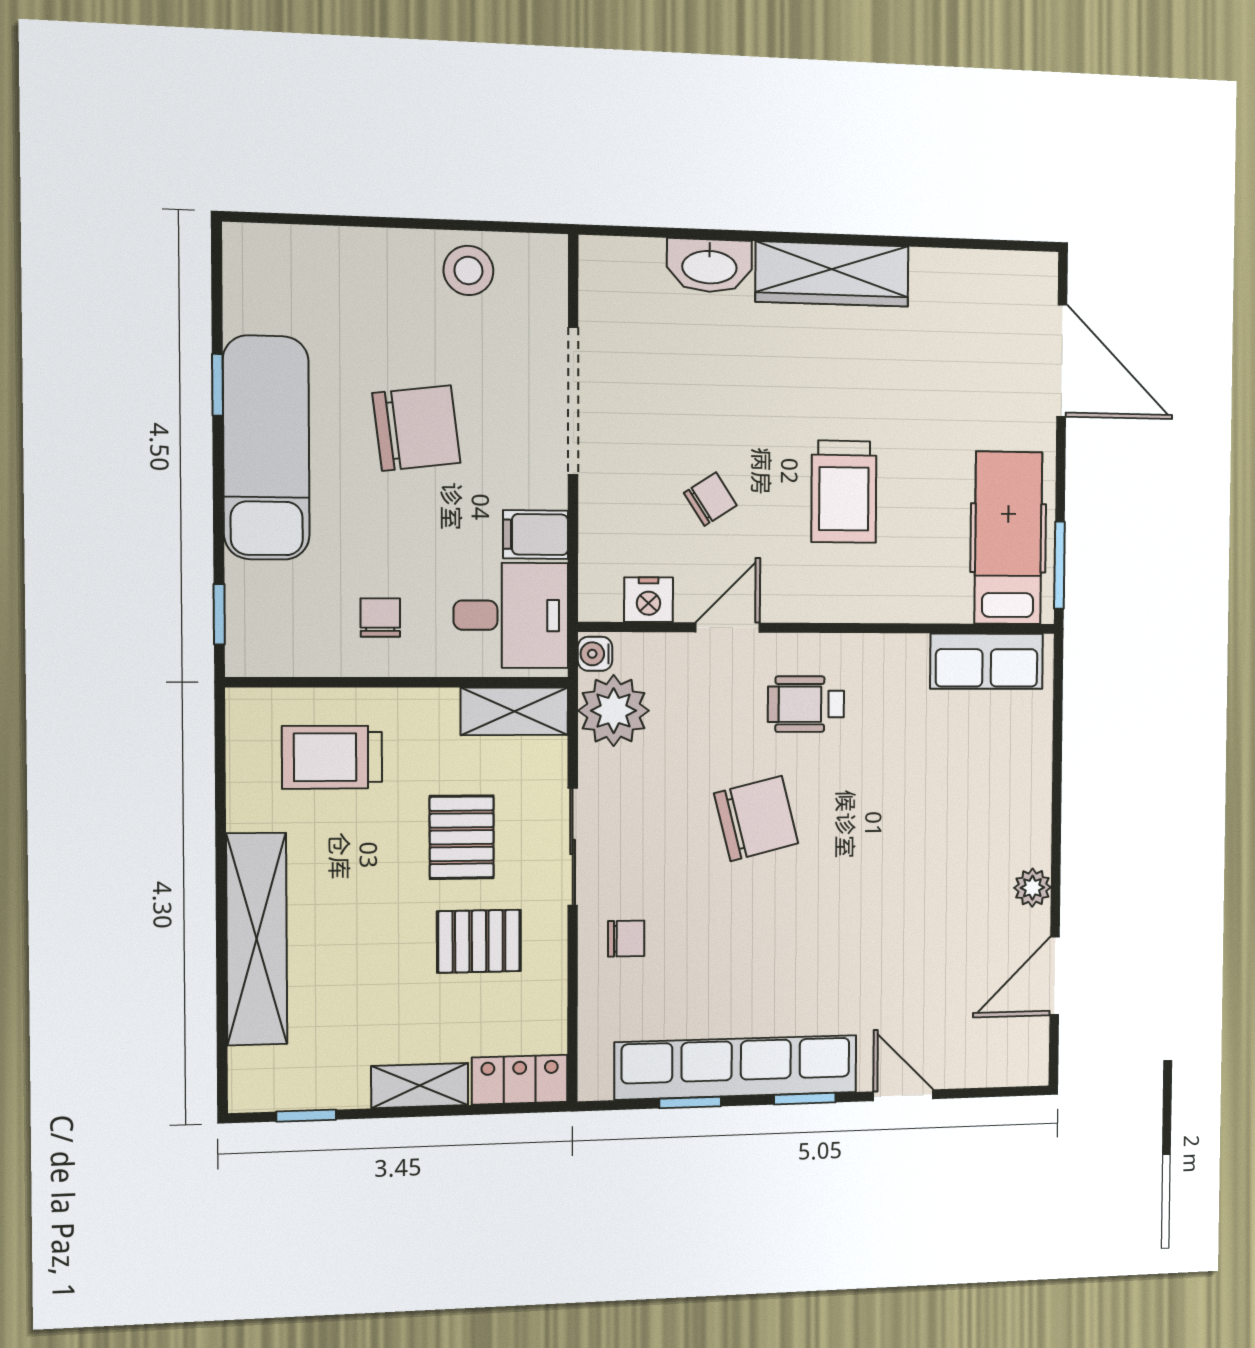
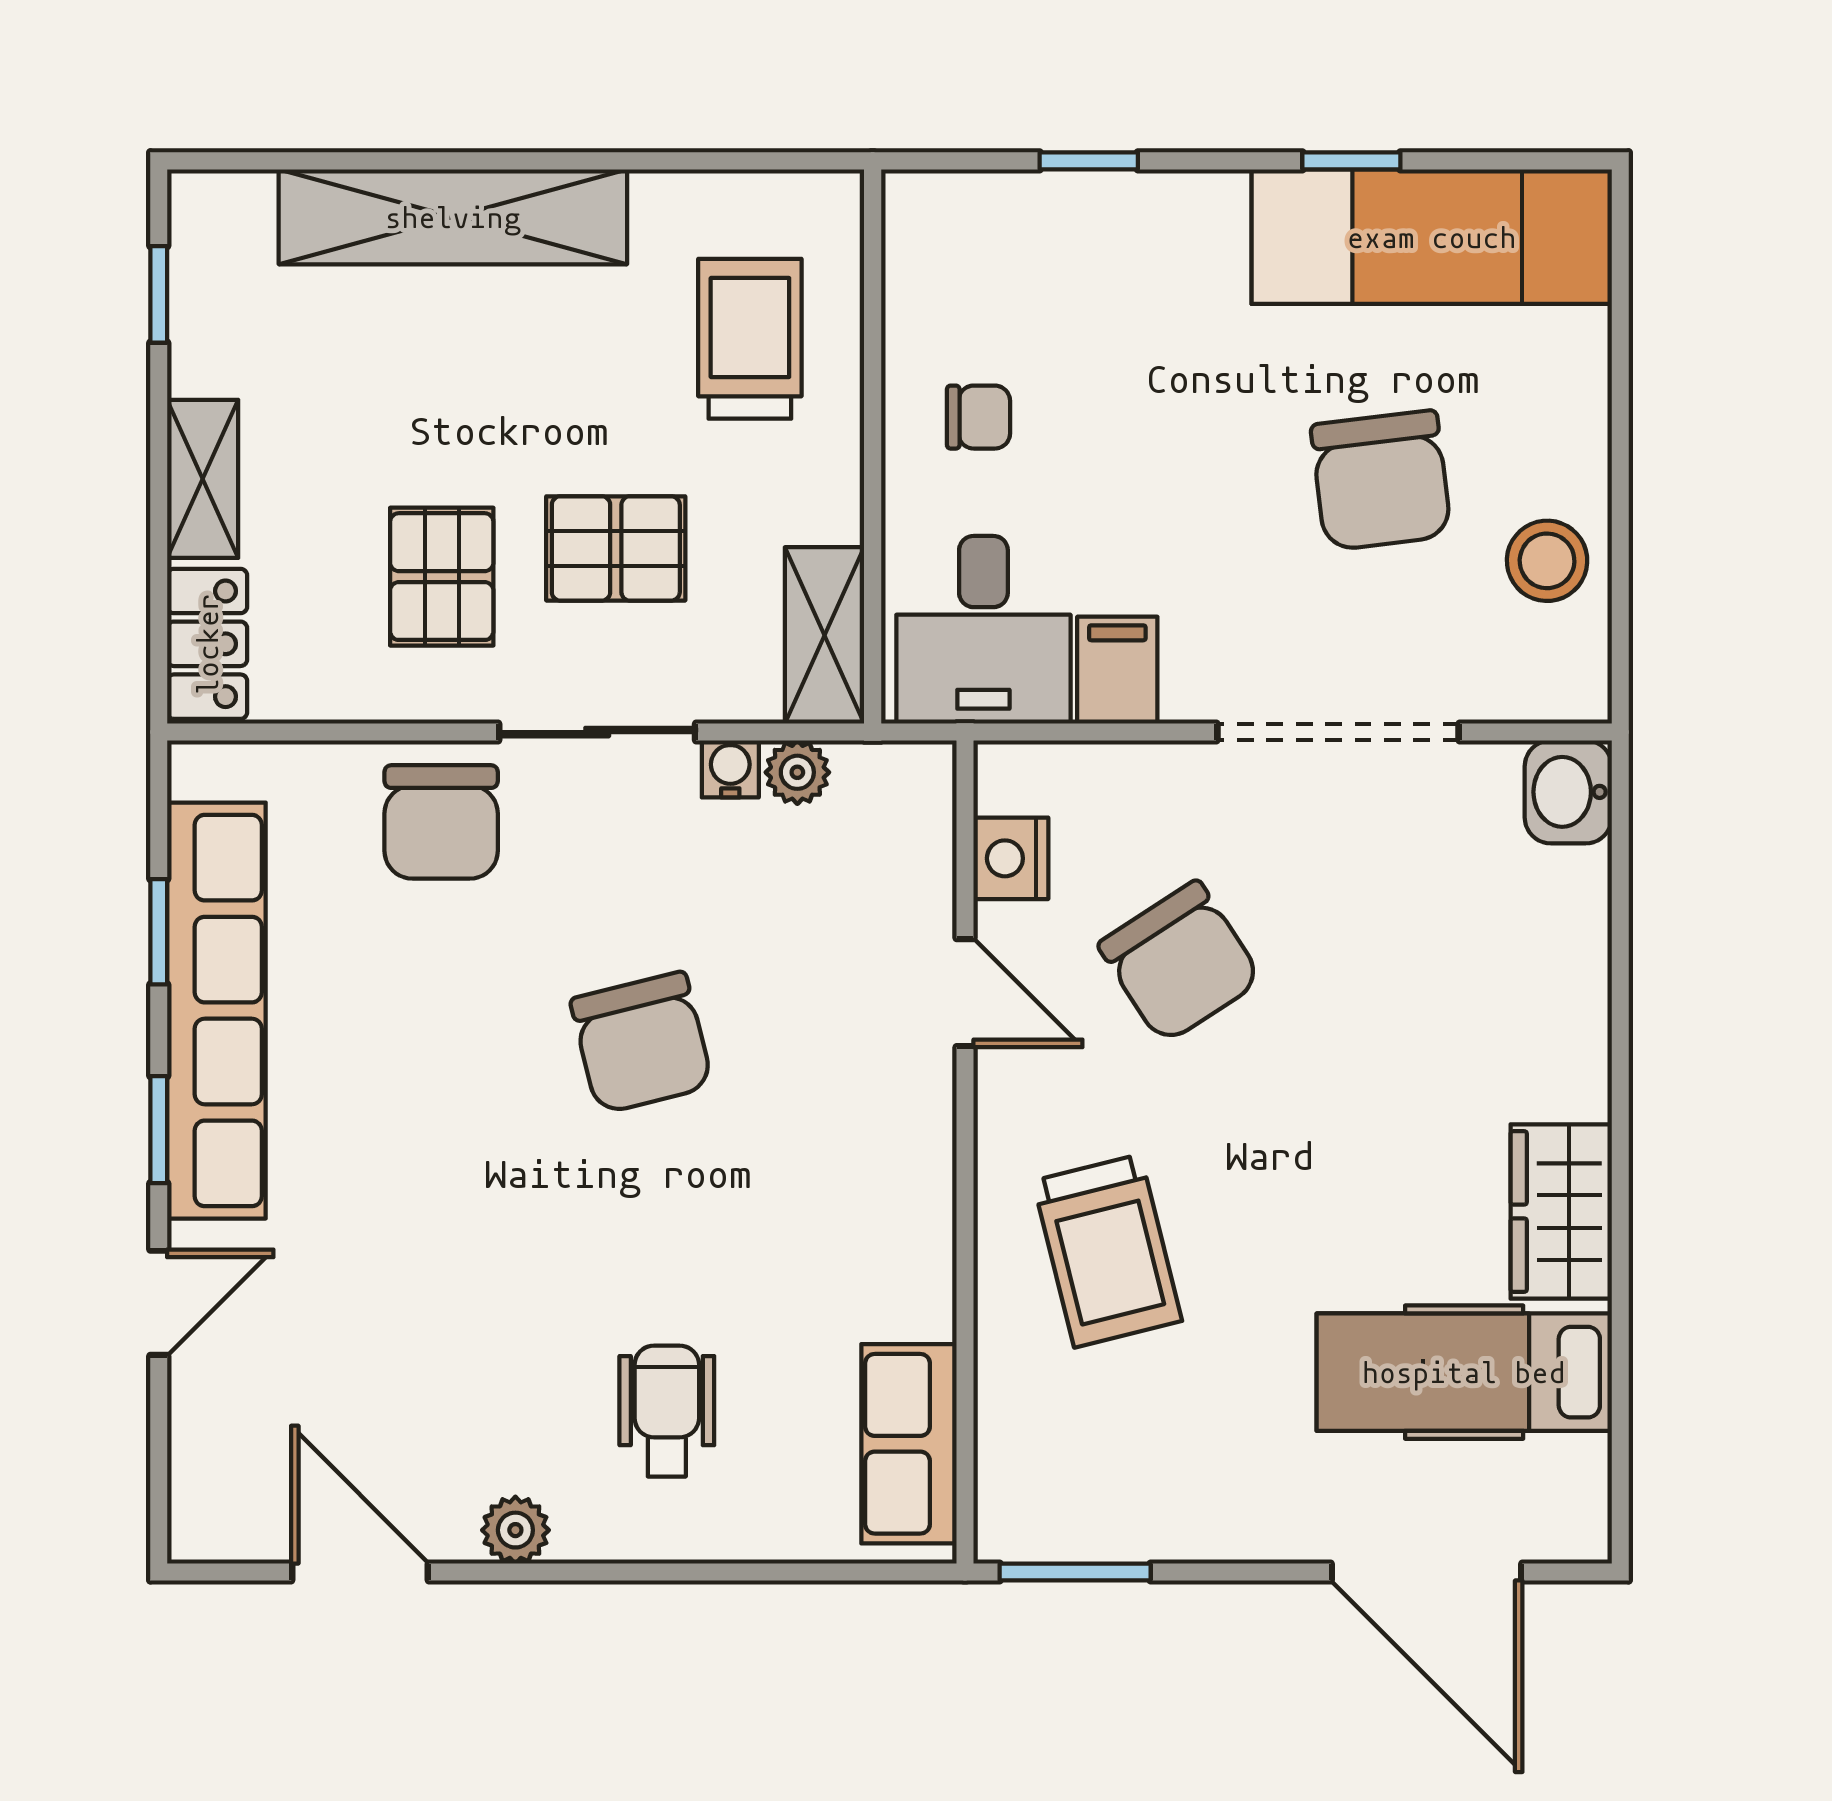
washbasin: (709, 266) -> (1568, 792), moved, width x0.72
wardrobe: (832, 274) -> (1561, 1211), width x0.67
door: (1062, 361) -> (1427, 1572), hinge flipped
chair: (416, 428) -> (1381, 480), moved
exam couch: (266, 448) -> (1432, 237), moved
trolley: (844, 492) -> (1107, 1251), moved, turned -104
chair: (710, 499) -> (1180, 962), width x1.87, depth x1.87
hospital bed: (1008, 538) -> (1464, 1372), moved, turned 180
window: (219, 614) -> (1089, 161), moved
water cooler: (595, 654) -> (730, 769), moved
wheelchair: (806, 704) -> (667, 1411), moved
plant: (614, 711) -> (797, 772), width x0.53, depth x0.53
chair: (626, 939) -> (441, 822), width x1.87, depth x1.87

